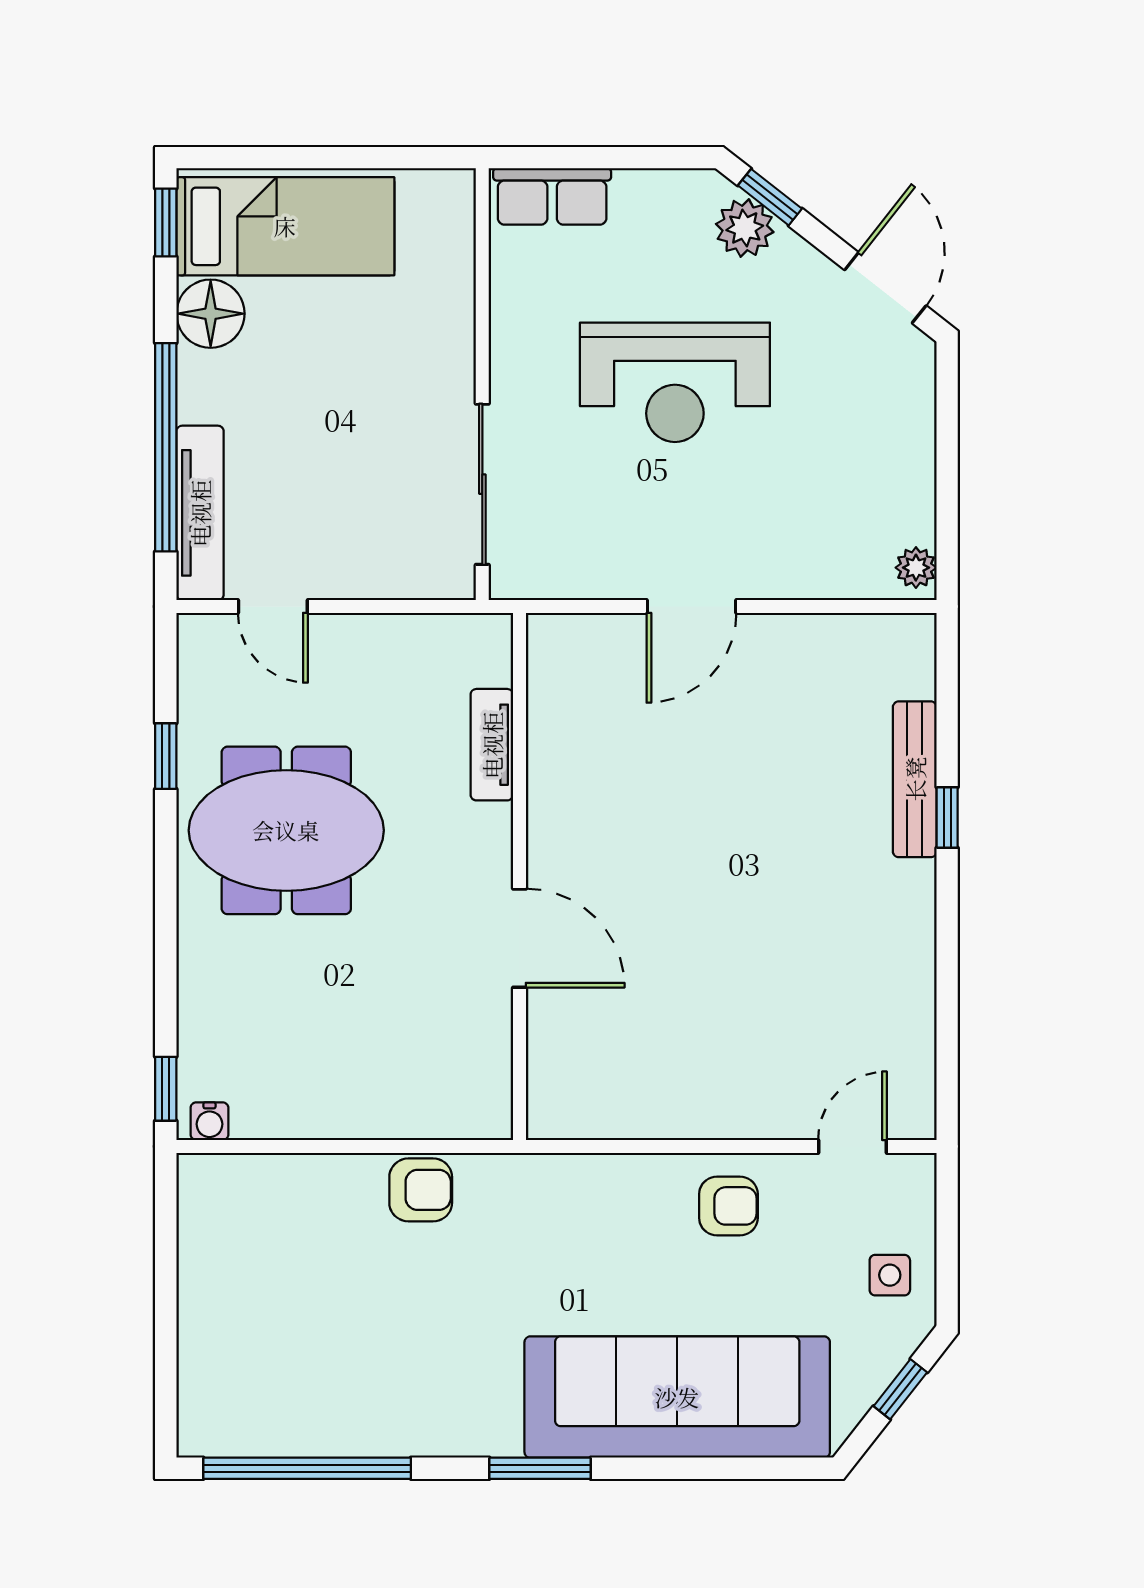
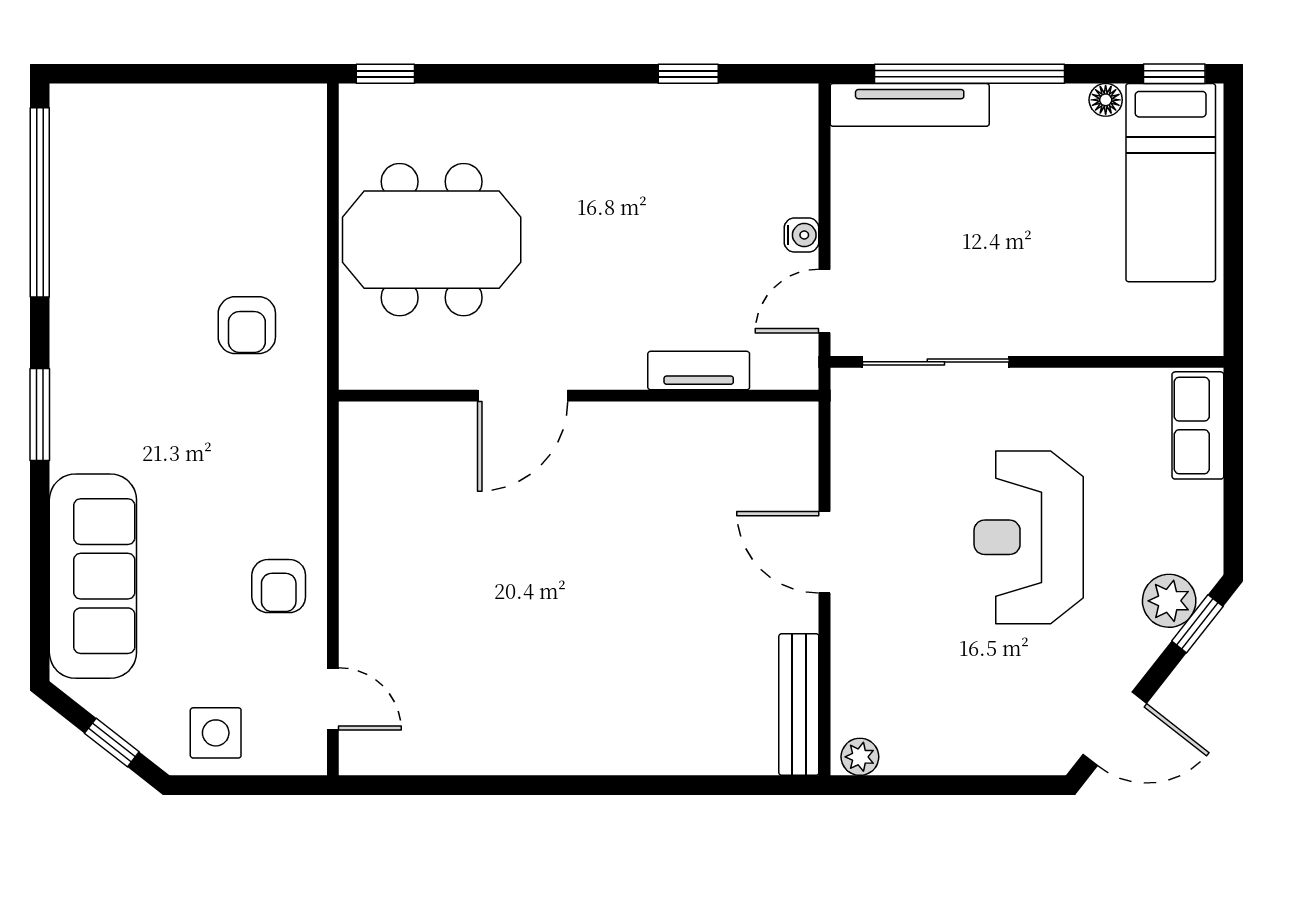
floor lamp: (211, 314) -> (1106, 100), width x0.53, depth x0.53
door: (273, 606) -> (824, 301), moved
bench: (915, 779) -> (799, 705), moved, turned 90
window: (947, 817) -> (632, 785), removed
meeting table: (286, 830) -> (432, 240), moved, turned 90
water cooler: (209, 1121) -> (802, 235), moved, turned 180
armchair: (421, 1190) -> (247, 325), moved
side table: (890, 1275) -> (216, 733), width x1.37, depth x1.37
sofa: (677, 1397) -> (93, 576), width x0.74, depth x0.79

